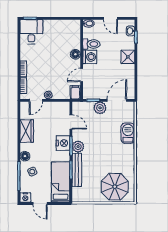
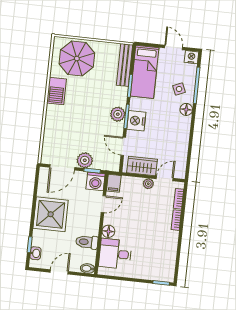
door: (110, 18) -> (59, 272), hinge flipped
desk: (31, 32) -> (115, 254), moved, turned 90
washing machine: (90, 57) -> (96, 181), moved, turned -90
shower: (128, 57) -> (51, 214), width x1.86, depth x1.86
wardrobe: (27, 131) -> (142, 166), moved, turned 90
barbecue: (128, 133) -> (57, 91), moved
bench: (77, 170) -> (125, 65), moved

